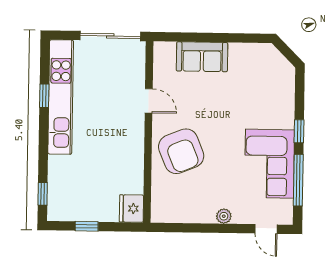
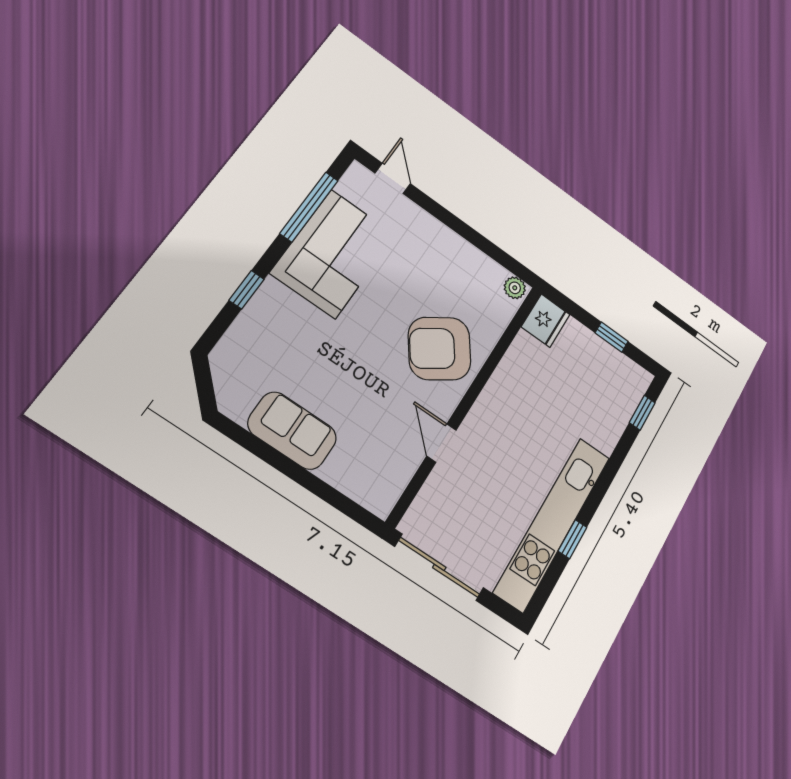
sofa: (202, 57) -> (292, 431), moved
window: (299, 131) -> (247, 290), moved
armchair: (181, 151) -> (440, 348), turned -103
plant: (224, 216) -> (515, 288), moved

